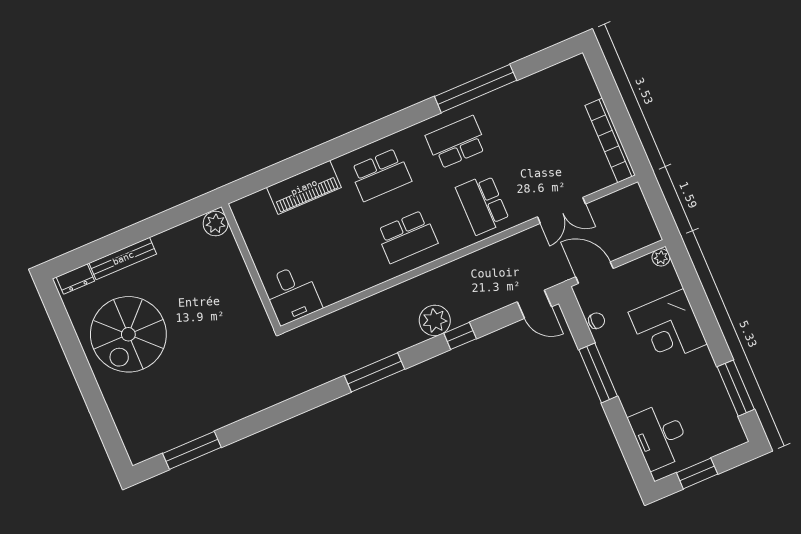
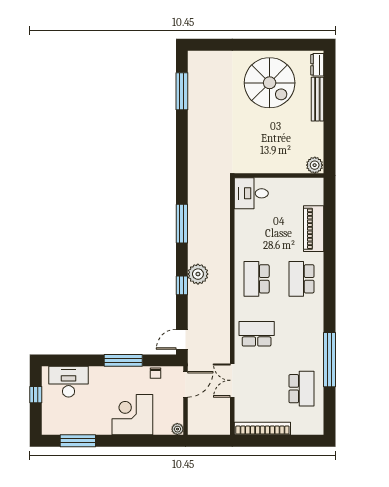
school desk: (456, 142) -> (301, 389), moved
spiral stairs: (128, 334) -> (270, 83), turned 180
window: (697, 473) -> (36, 395), width x0.67

